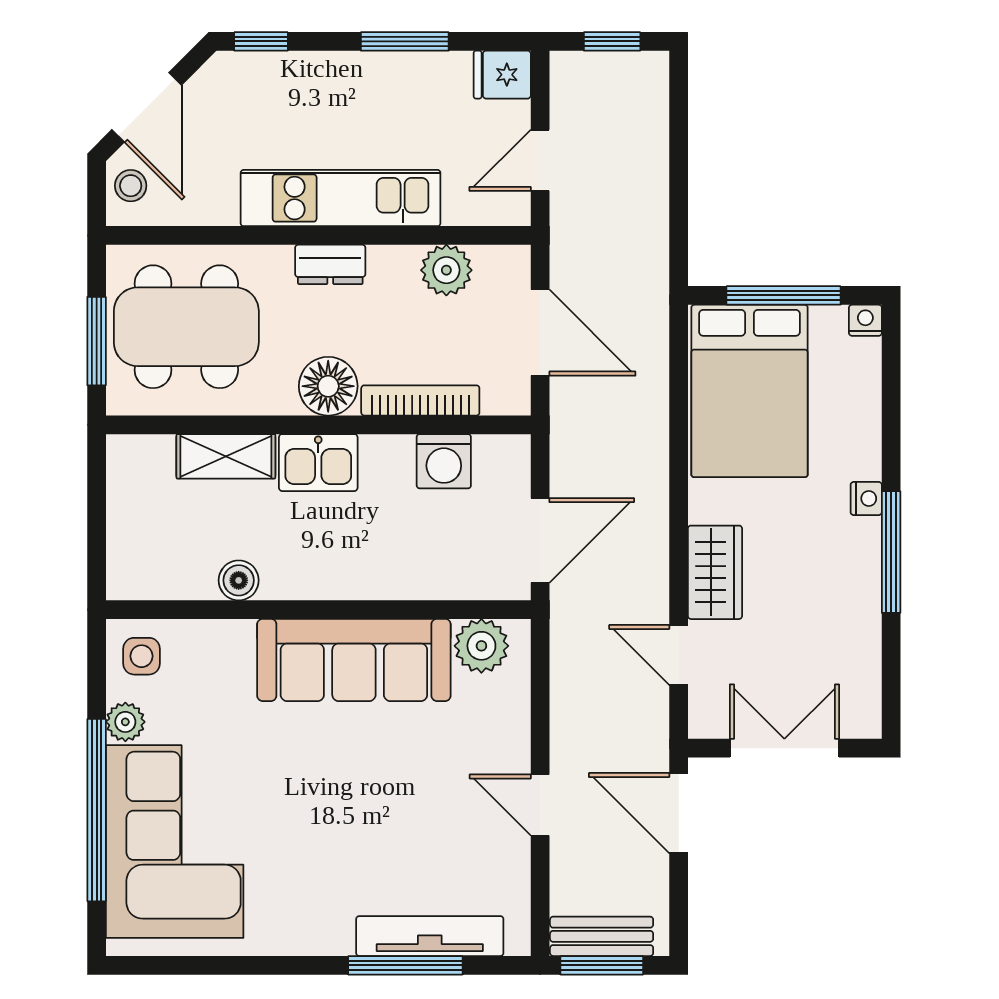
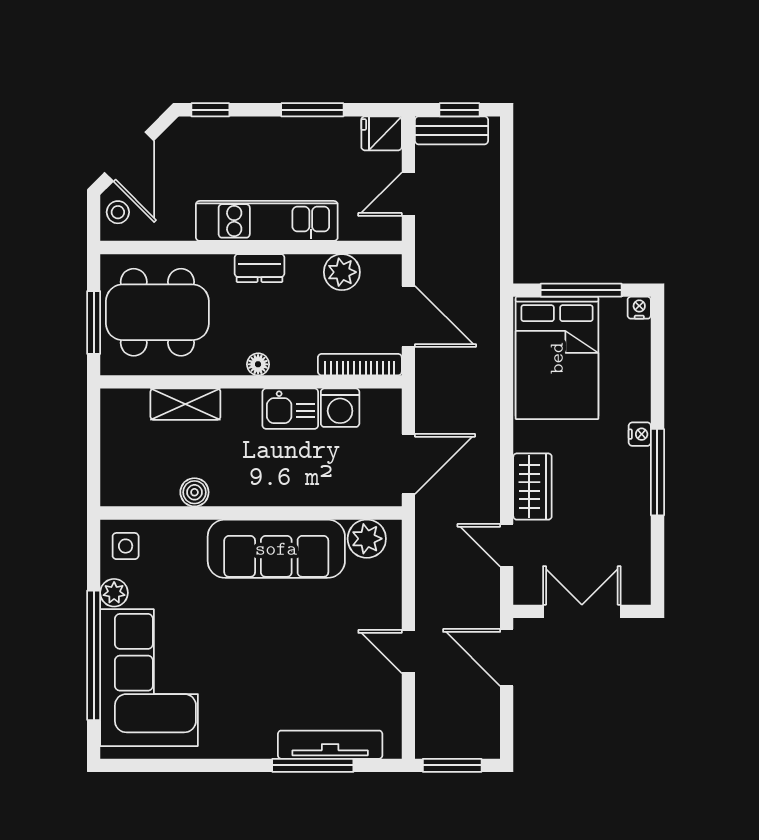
floor lamp: (328, 386) -> (258, 364), width x0.53, depth x0.53
bookcase: (420, 400) -> (360, 365), moved
kitchen sink: (318, 463) -> (290, 409), moved
bench: (602, 936) -> (452, 130), moved

